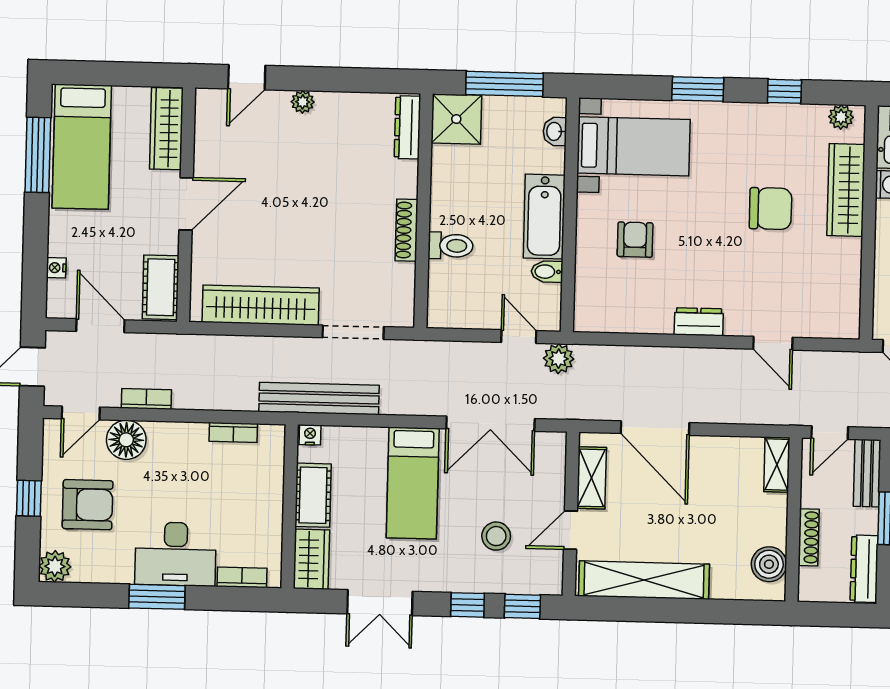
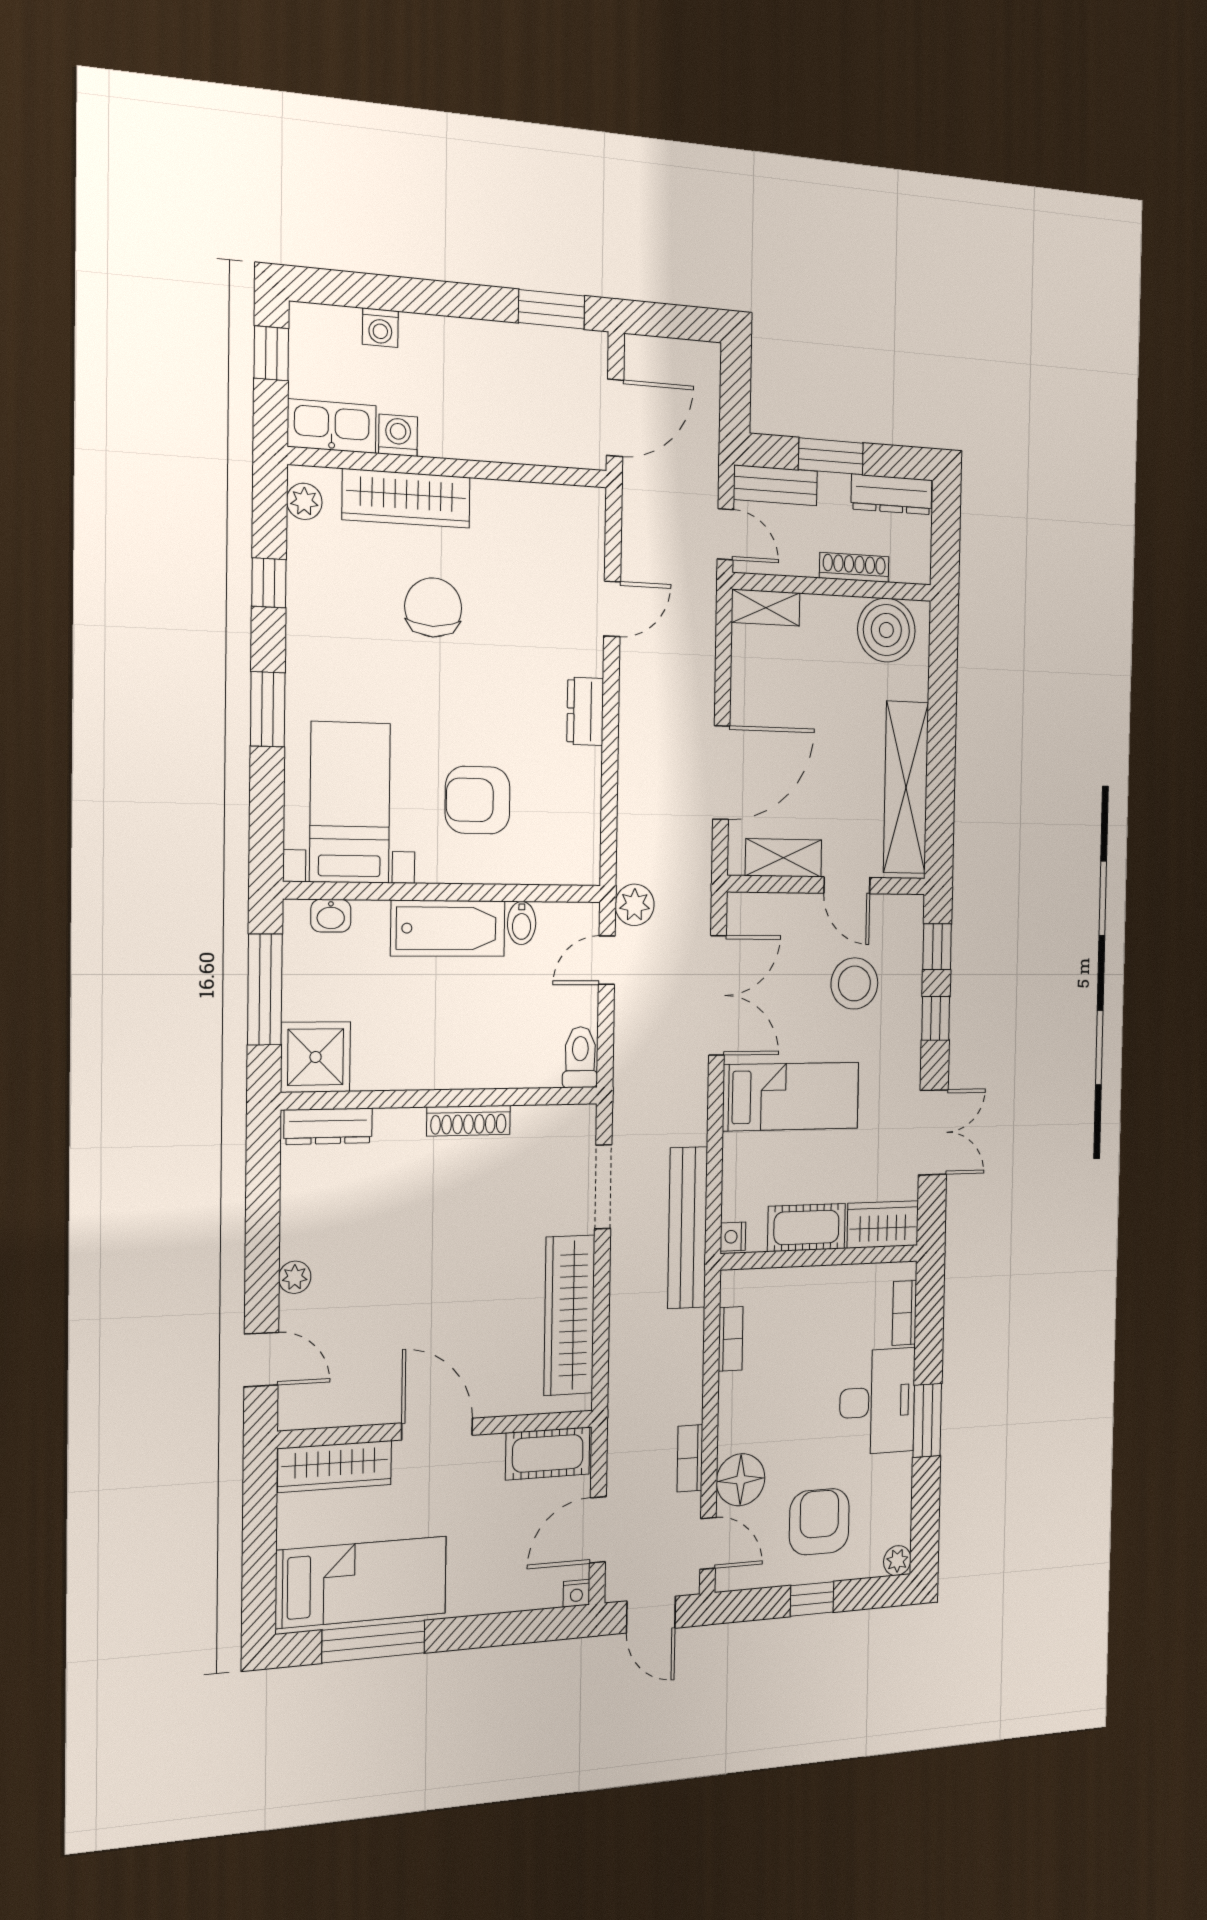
armchair: (635, 240) -> (478, 800), width x1.38, depth x1.38
toilet: (451, 246) -> (580, 1057), moved
nightstand: (56, 268) -> (576, 1593), moved
stool: (496, 536) -> (854, 983), width x1.38, depth x1.38
boiler: (769, 564) -> (886, 630), width x1.37, depth x1.37
plant: (55, 566) -> (897, 1561), width x0.73, depth x0.73

